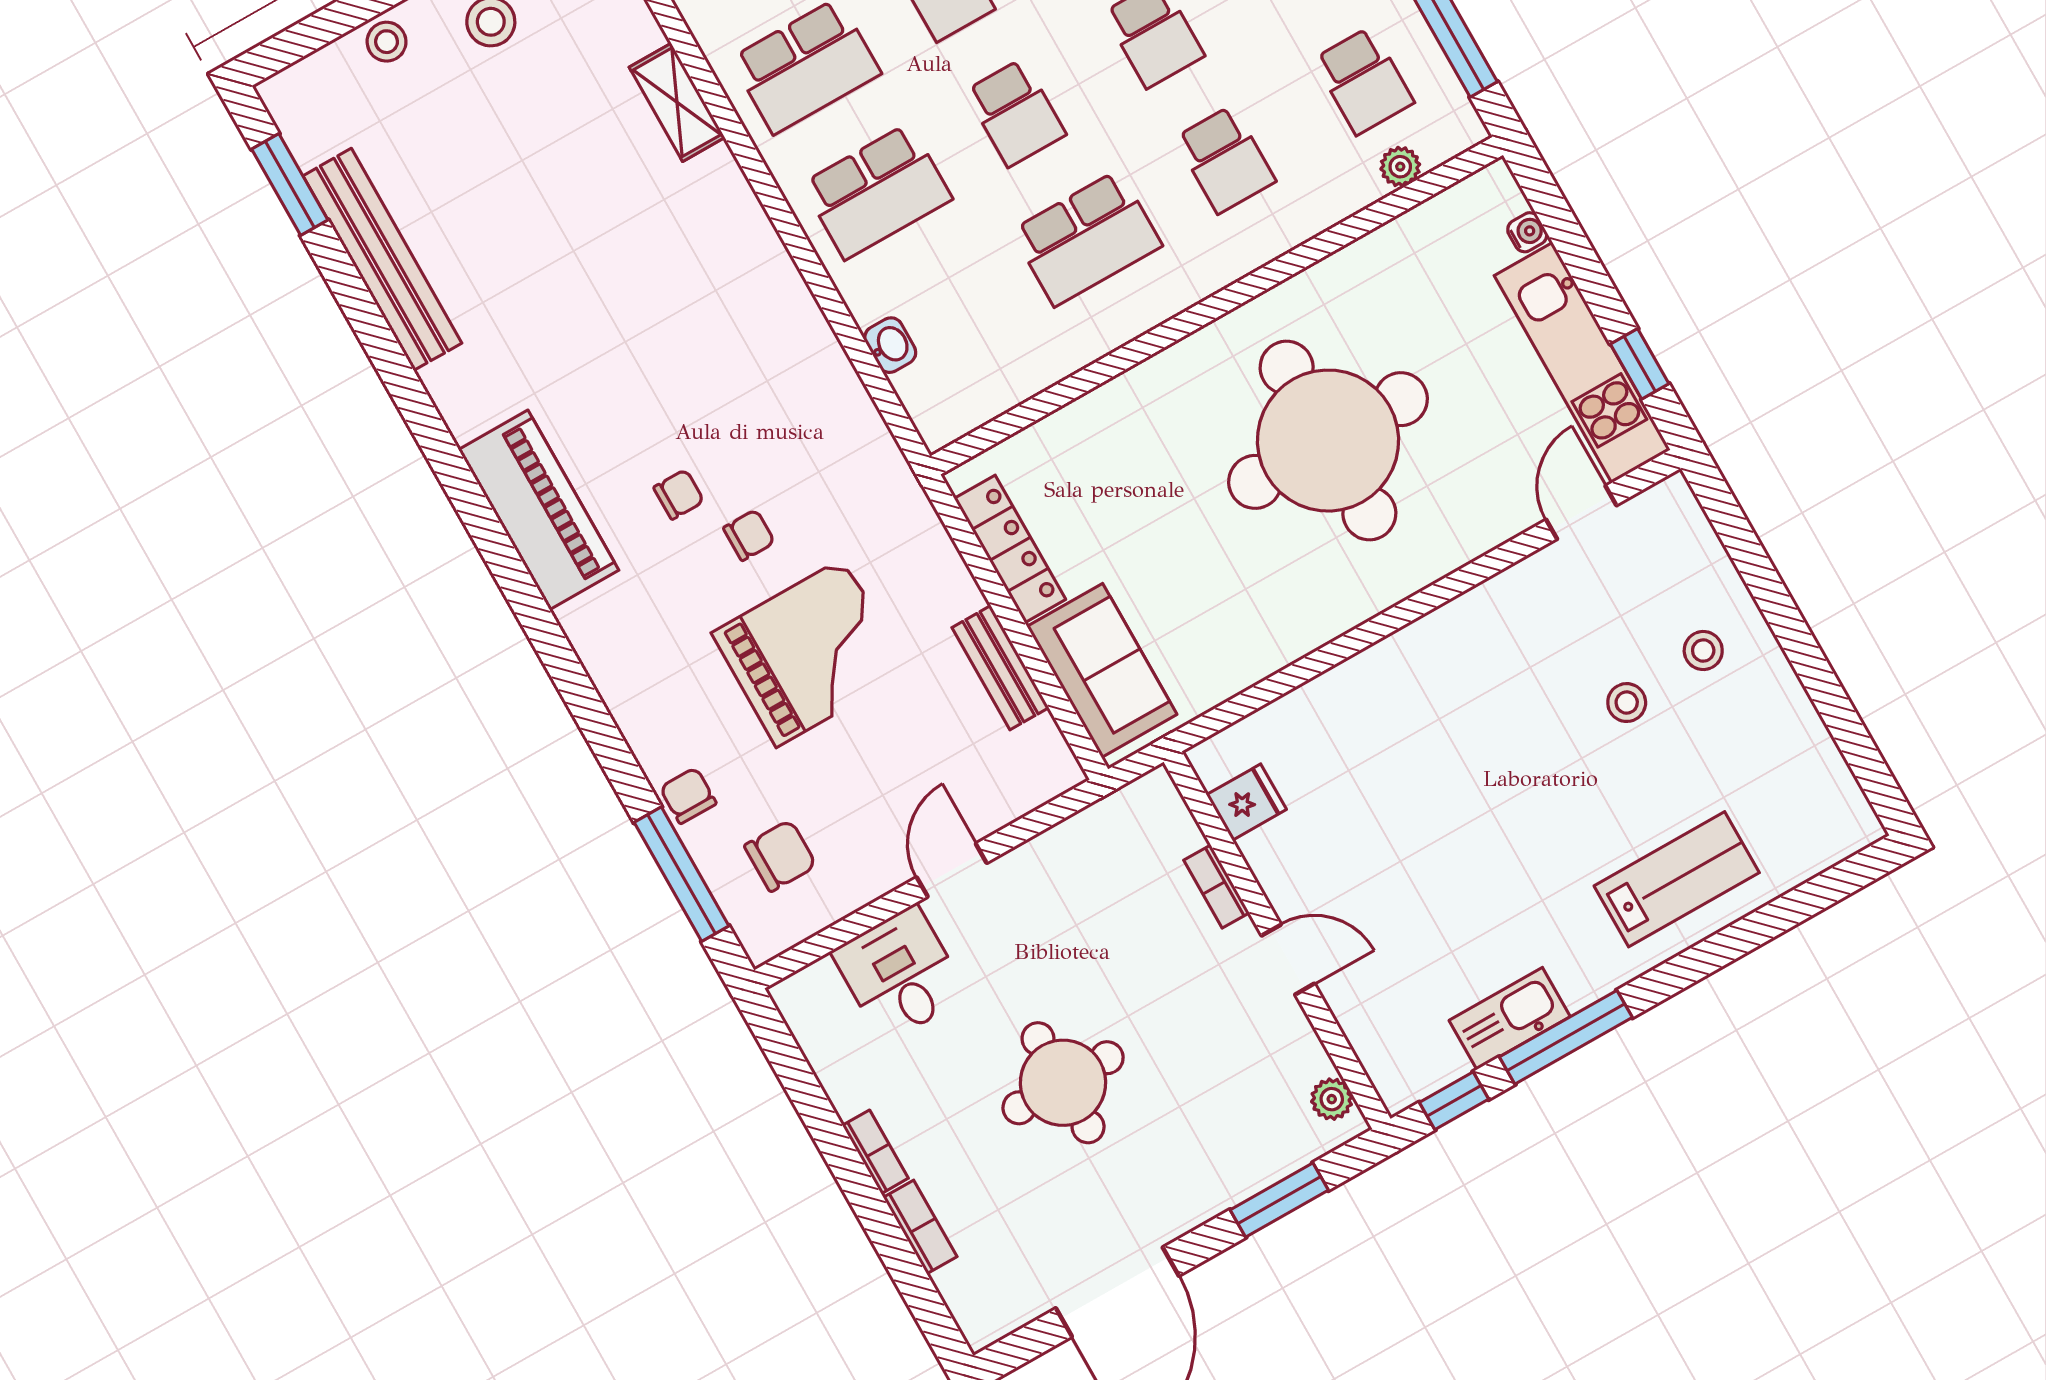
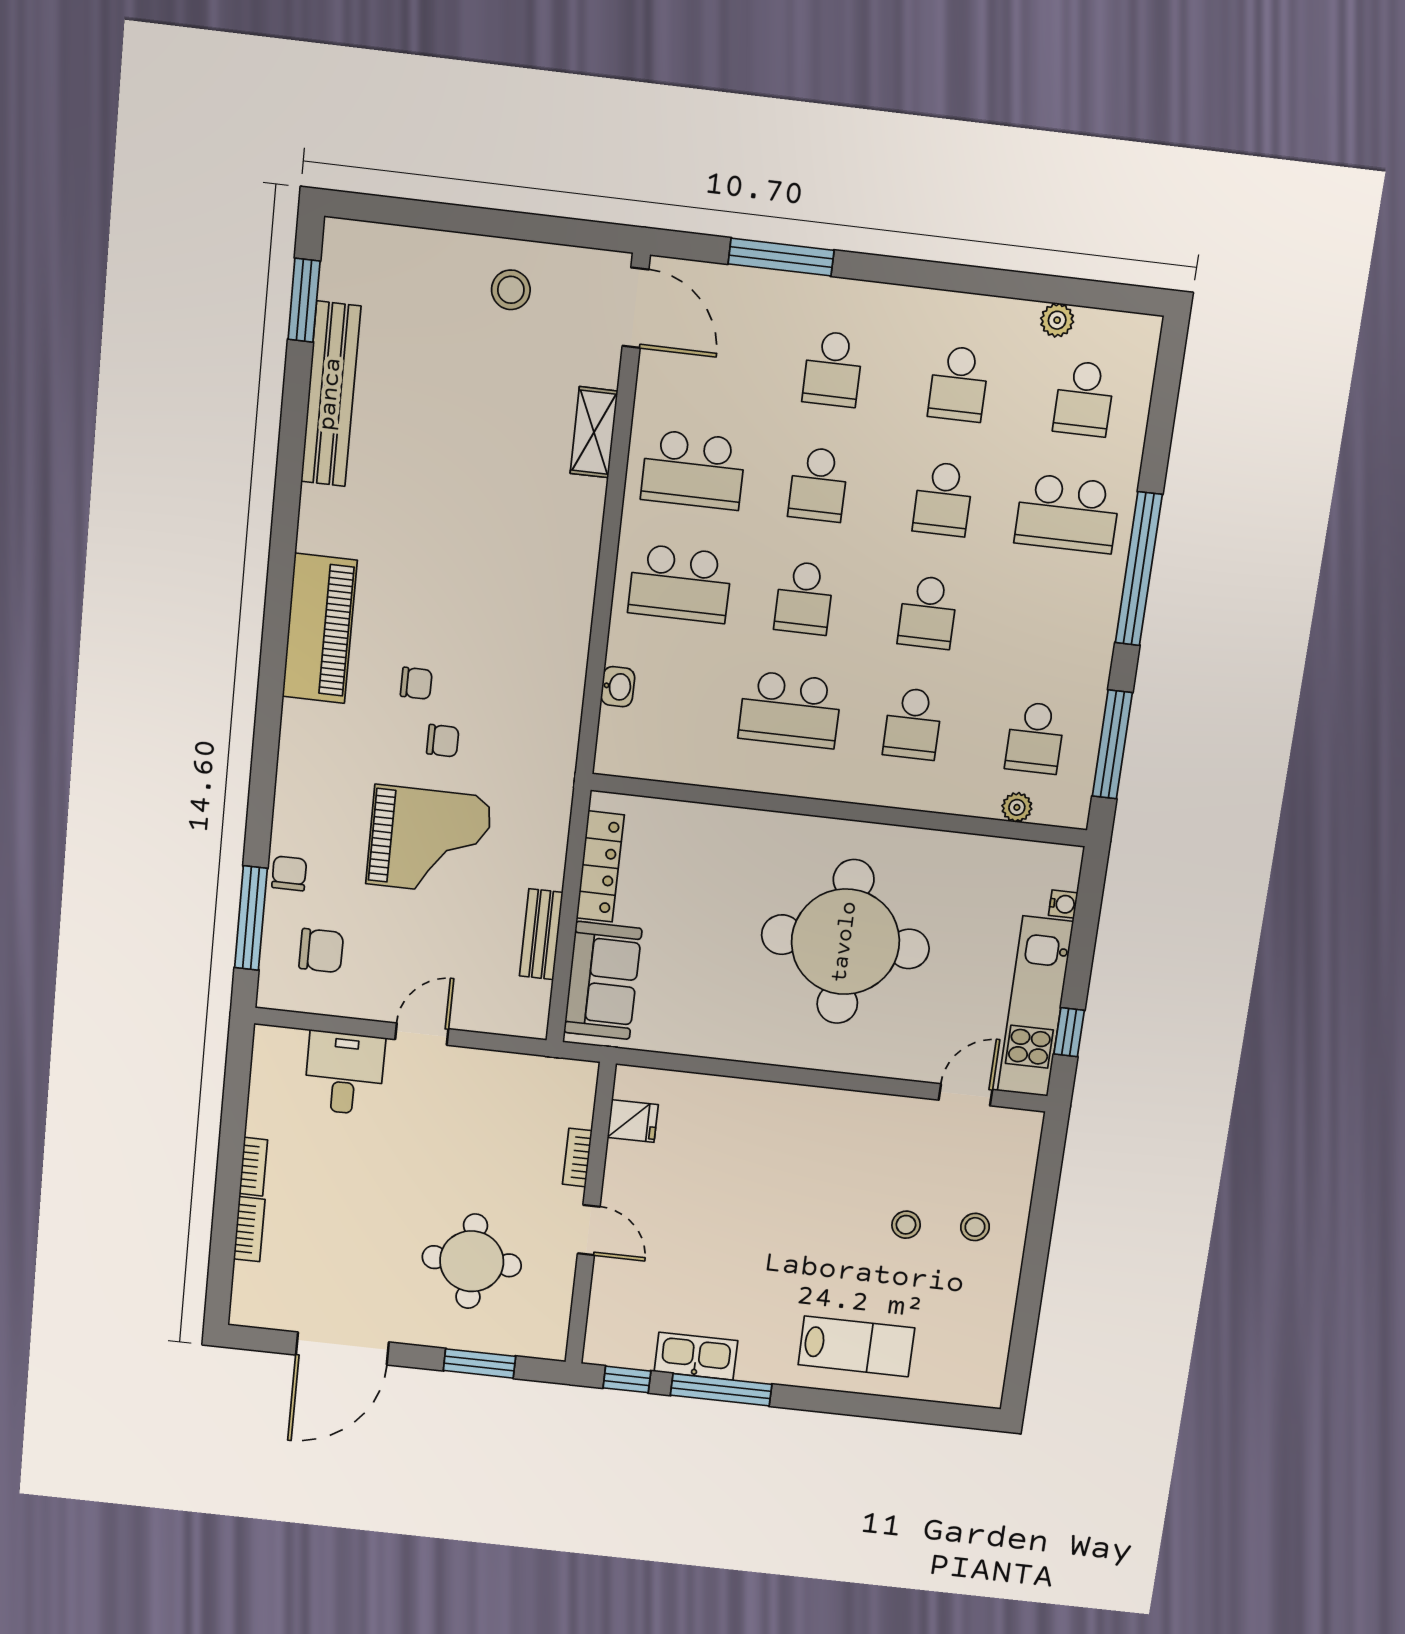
stool: (387, 42) -> (433, 252), removed
round table: (1063, 1083) -> (472, 1261), moved
plant: (1332, 1099) -> (554, 1328), removed

